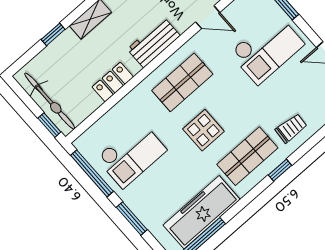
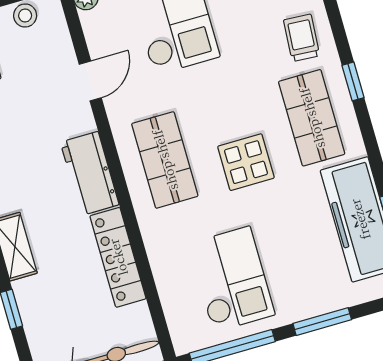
locker: (113, 82) -> (118, 257), width x1.53

